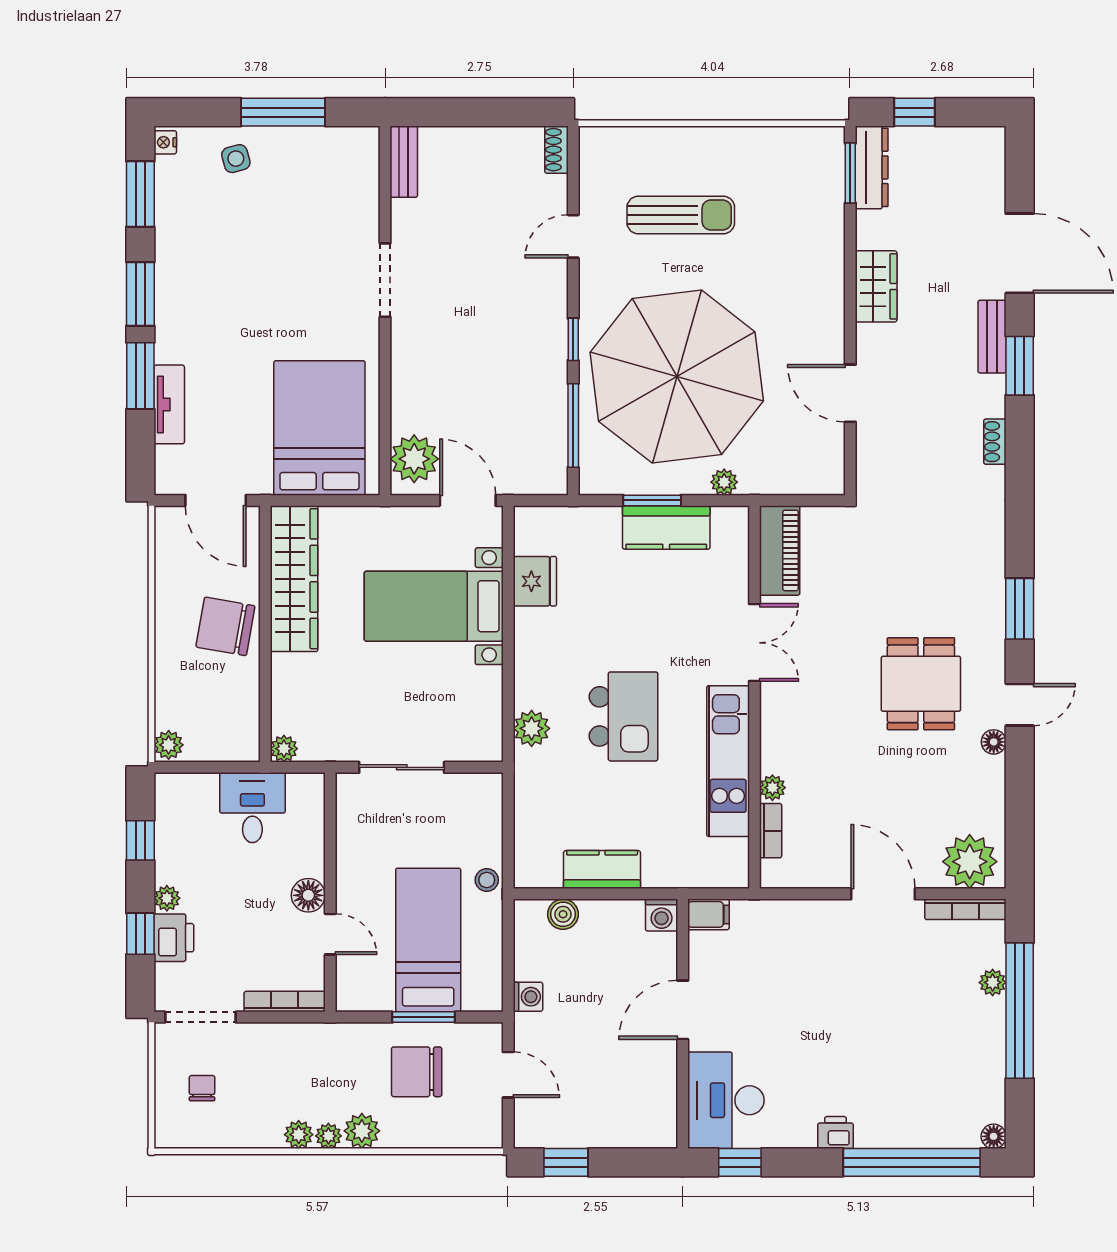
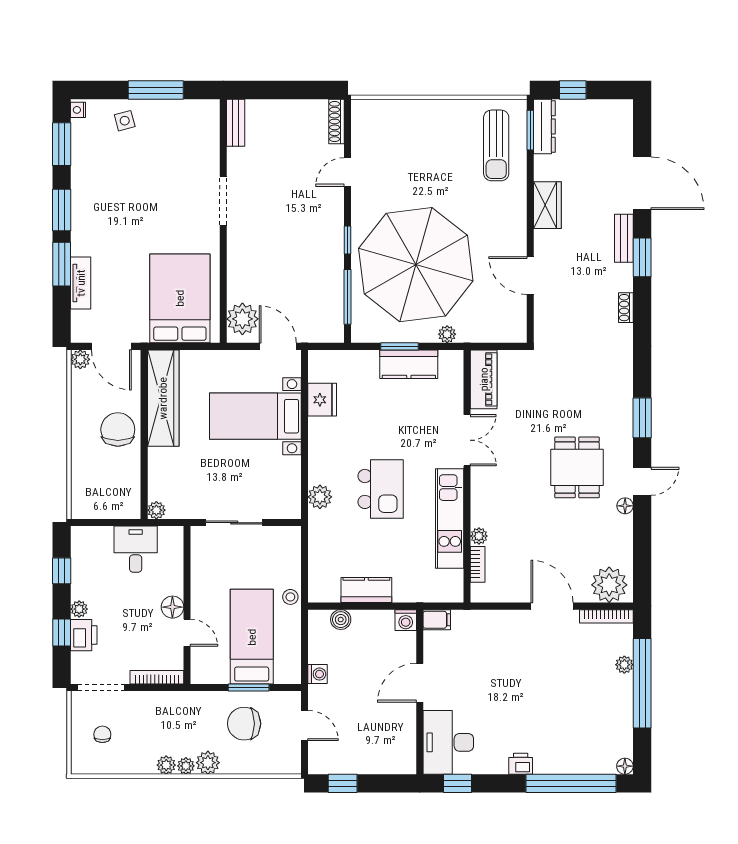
shoe rack: (556, 150) -> (336, 121), width x1.43
sun lounger: (681, 215) -> (496, 145), moved, turned 90
chair: (225, 626) -> (118, 430), turned 80
plant: (169, 745) -> (80, 359), moved

